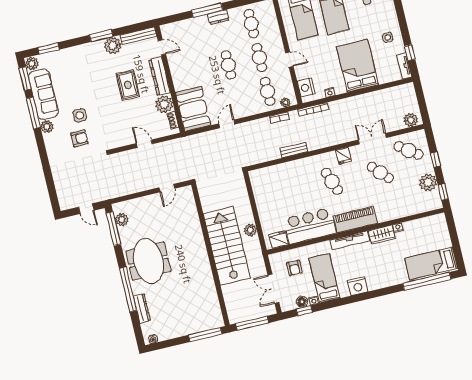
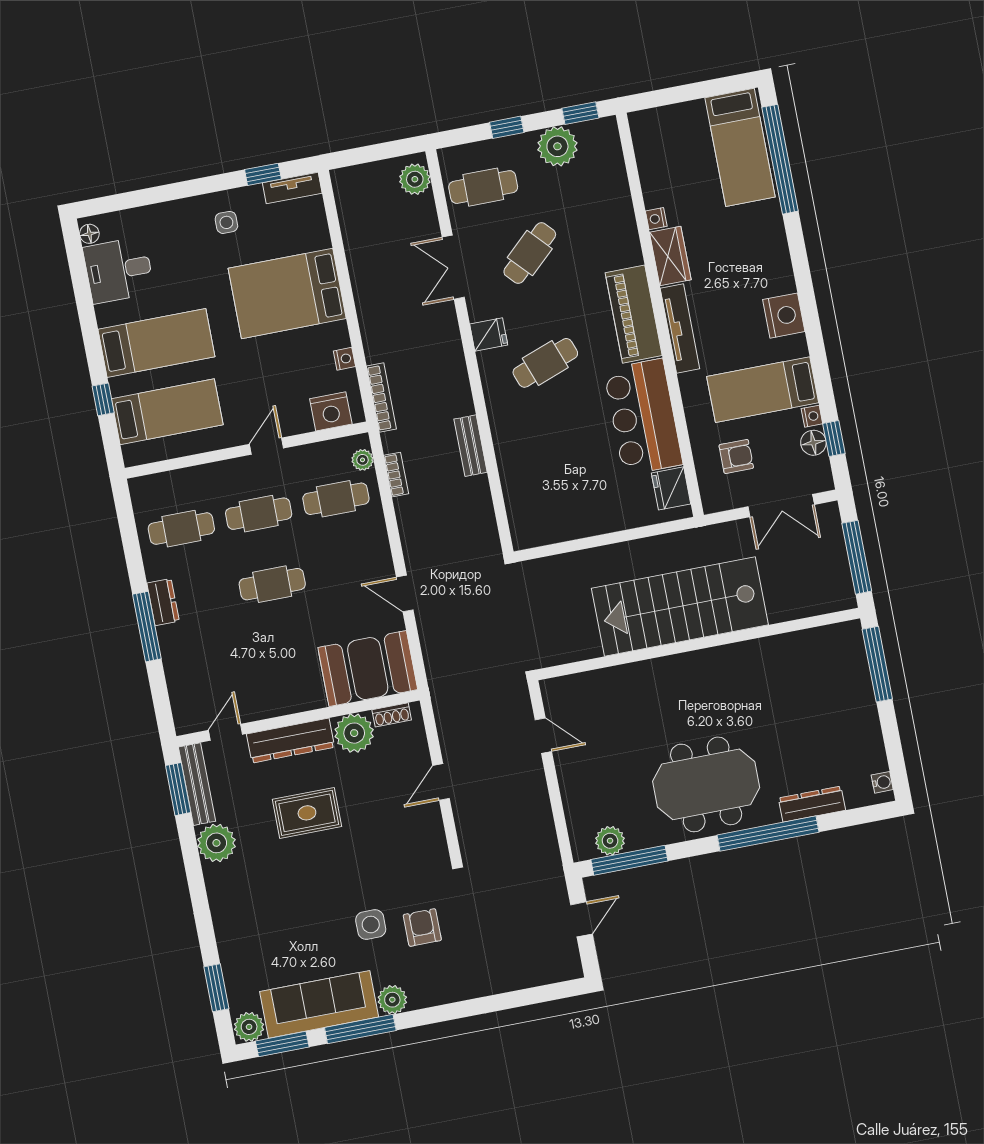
window: (101, 36) -> (178, 789), moved
cafe table: (409, 150) -> (483, 187), turned 54
plant: (250, 230) -> (646, 552), removed

